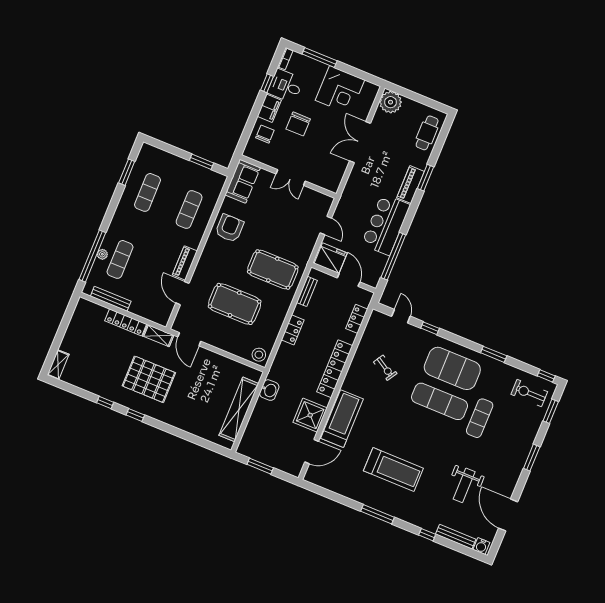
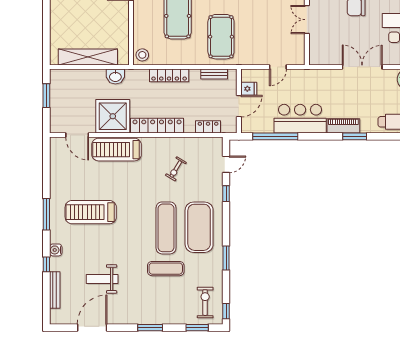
fridge: (331, 258) -> (249, 89), width x0.53, depth x0.75
locker: (293, 330) -> (169, 75), width x1.53
shower: (310, 415) -> (113, 116), width x1.37, depth x1.37
treadmill: (342, 419) -> (116, 150), turned 180
treadmill: (393, 470) -> (91, 212), turned 90
water cooler: (481, 546) -> (56, 250), moved

